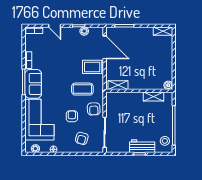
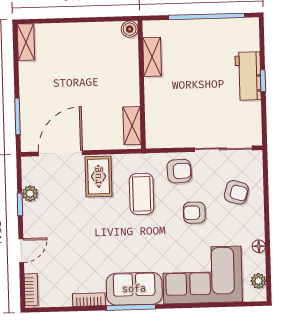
stool: (165, 141) -> (237, 33), removed

